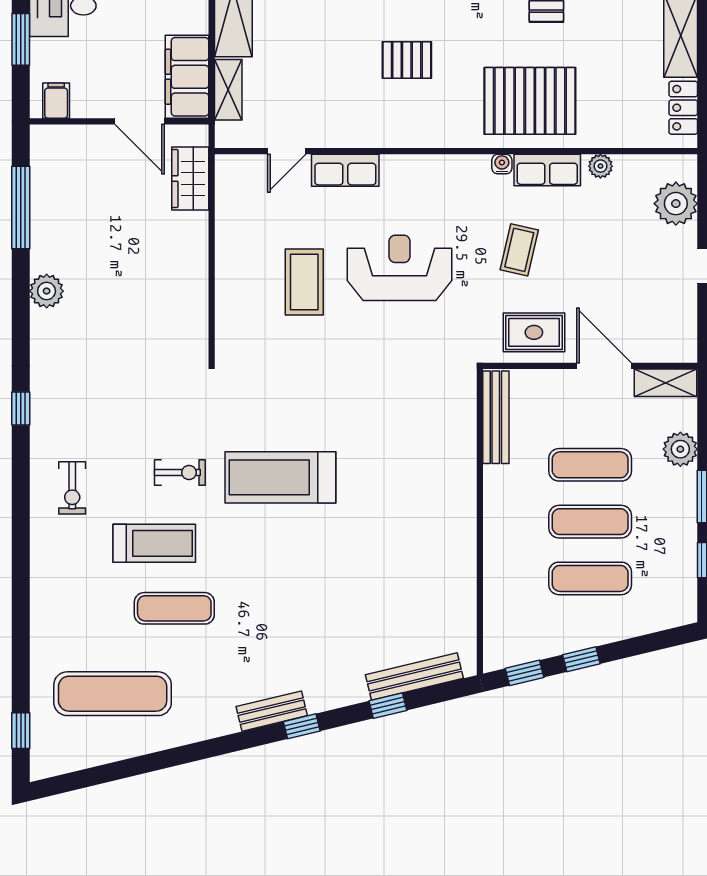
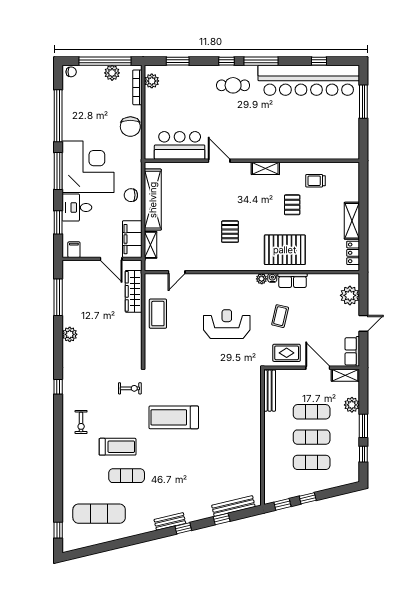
pallet: (407, 60) -> (230, 232), turned 90
plant: (600, 166) -> (262, 279), moved
row of seats: (345, 170) -> (352, 351), moved, turned 90
wardrobe: (190, 179) -> (134, 291), width x1.50
coffee table: (304, 282) -> (158, 314), moved
exercise bike: (180, 473) -> (130, 388), moved

